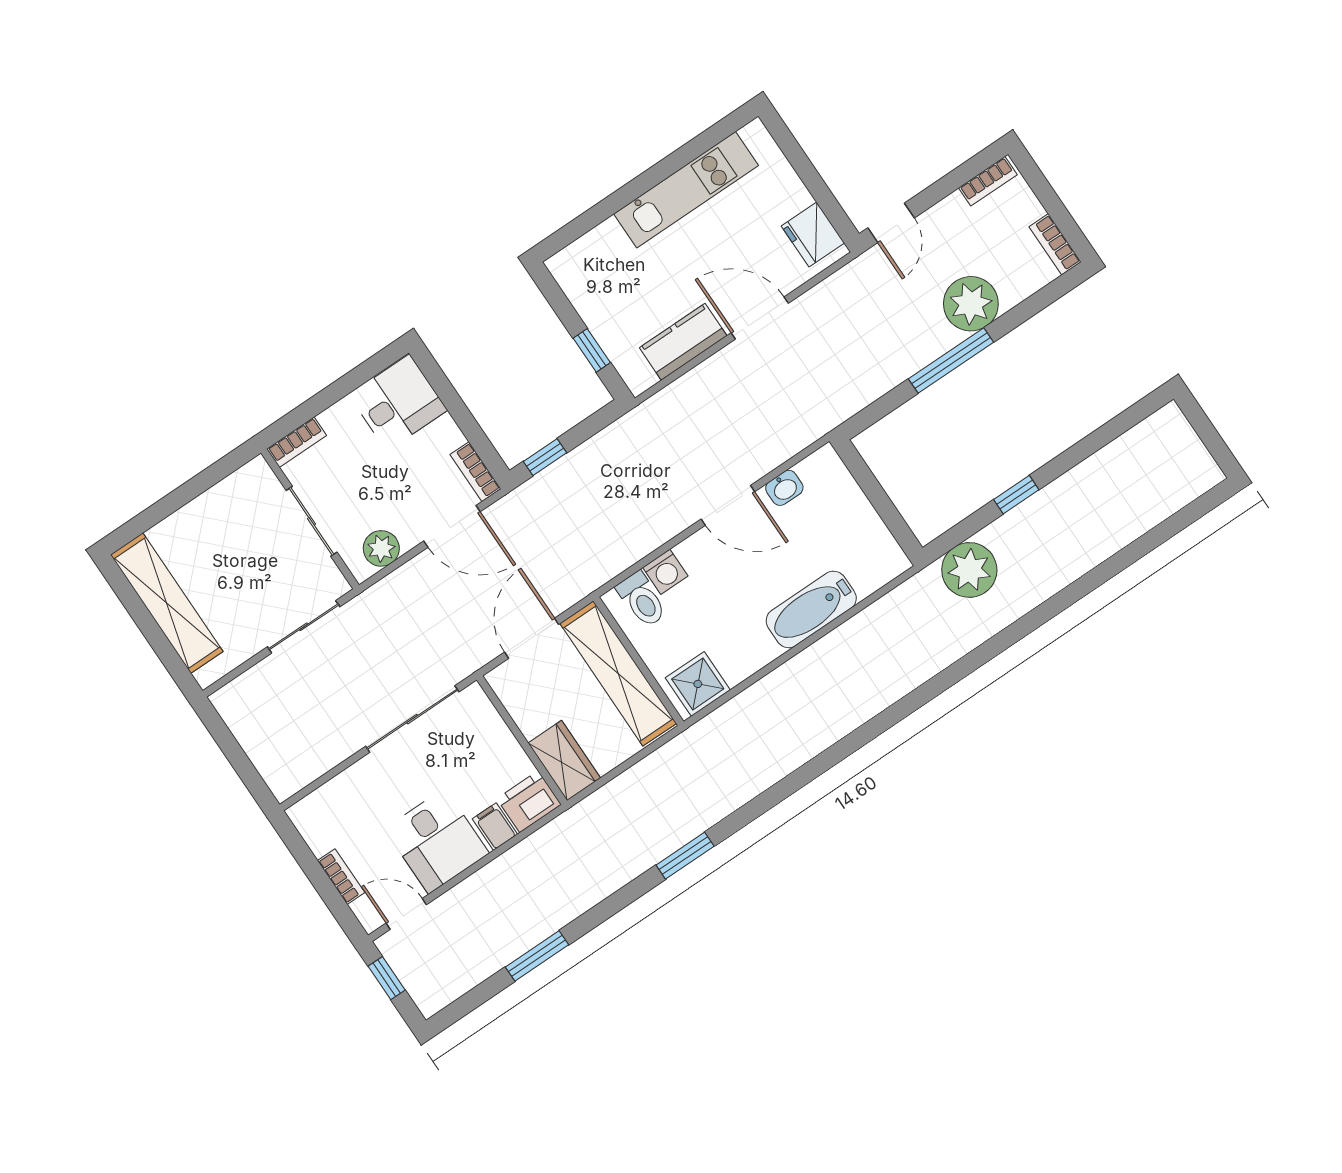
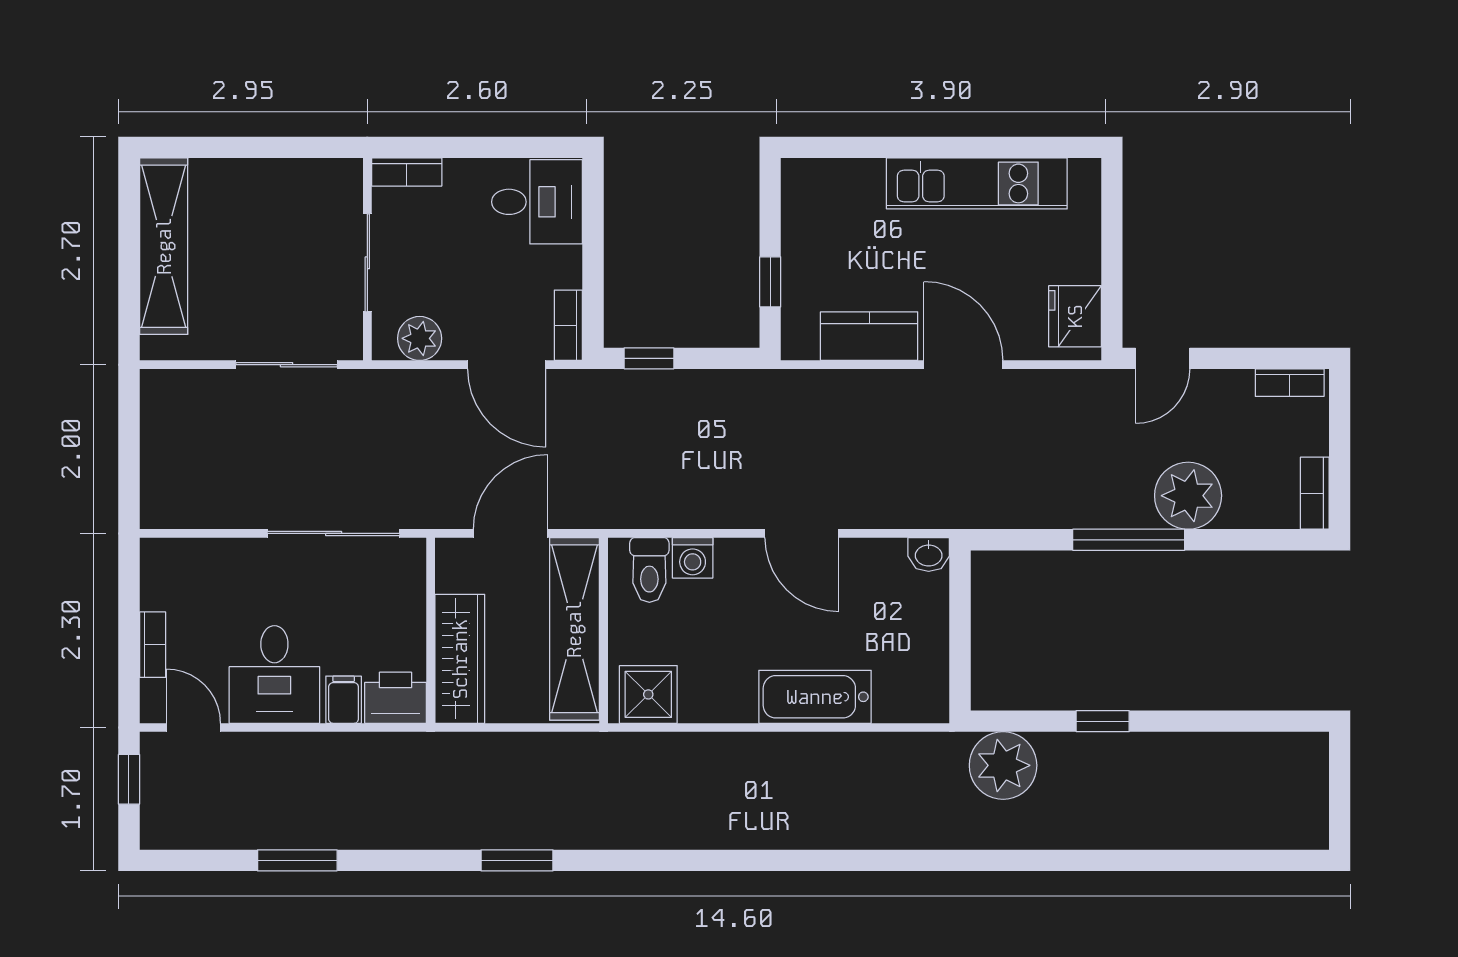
washbasin: (784, 488) -> (929, 554), moved
wardrobe: (564, 760) -> (460, 659), width x1.50

